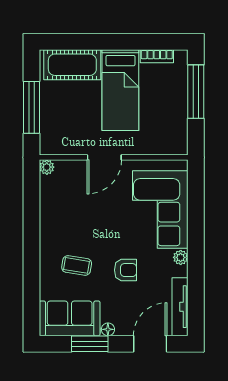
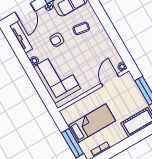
bed: (120, 90) -> (92, 123), moved, turned 90
door: (104, 157) -> (110, 80), moved

